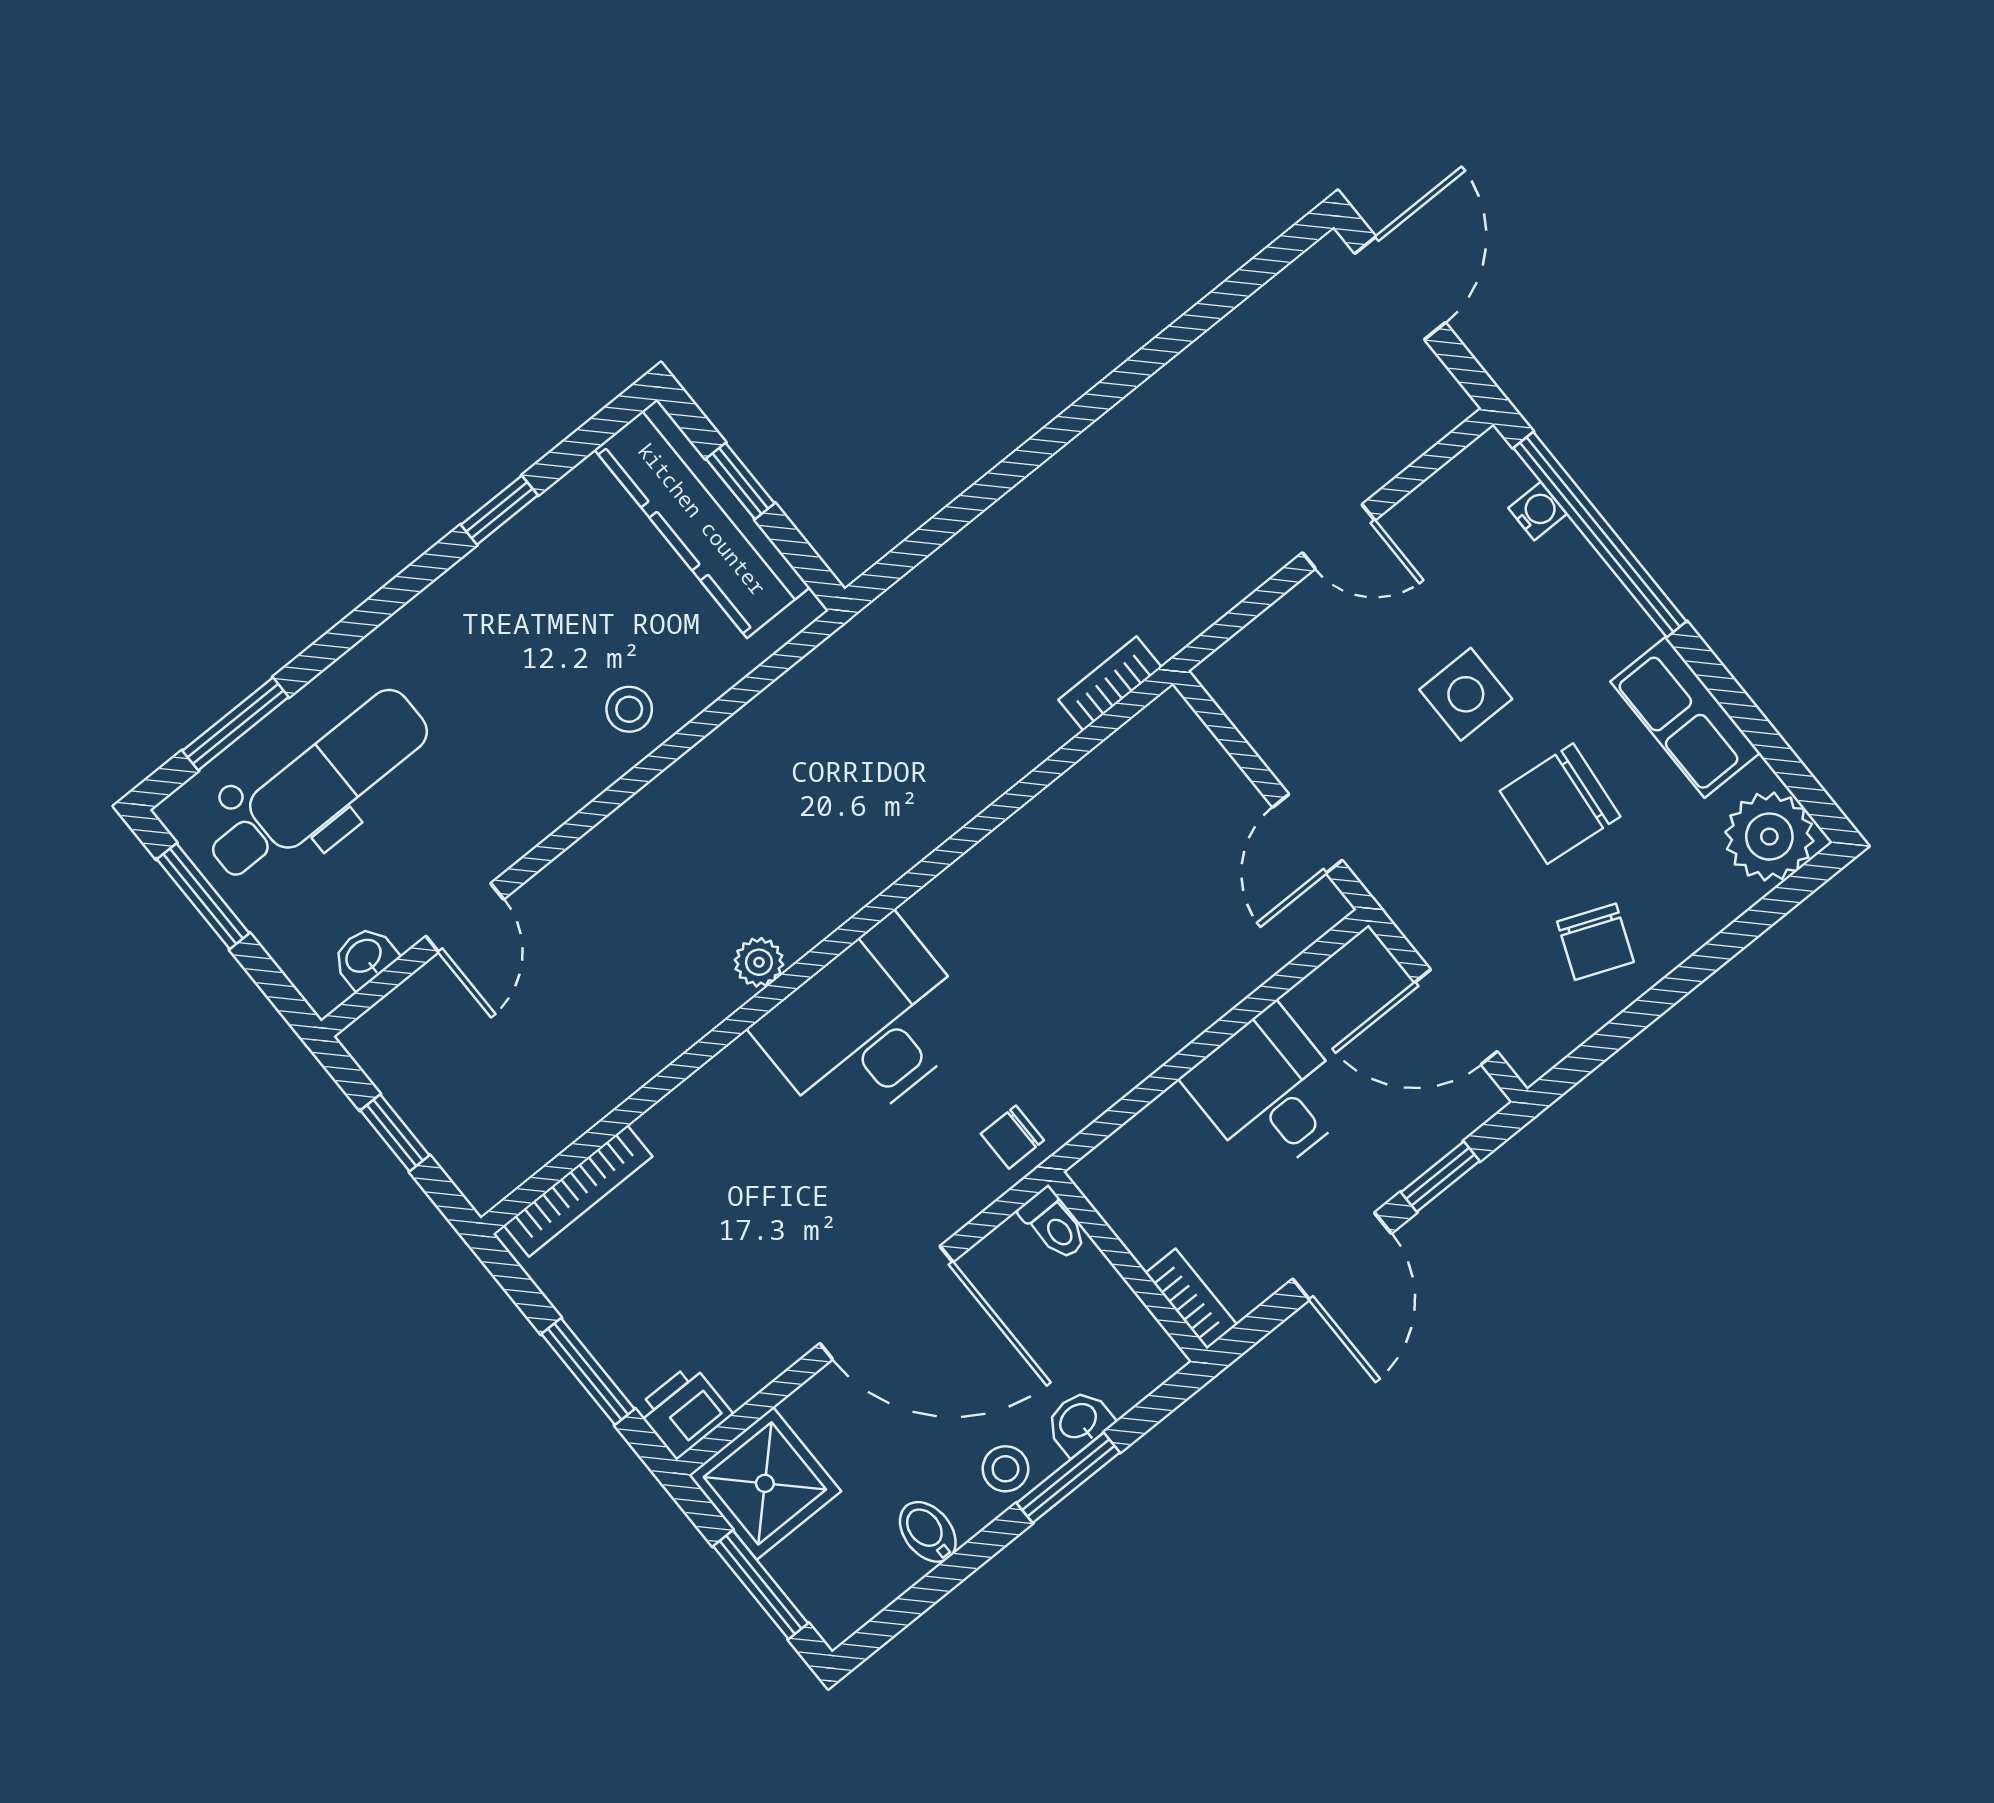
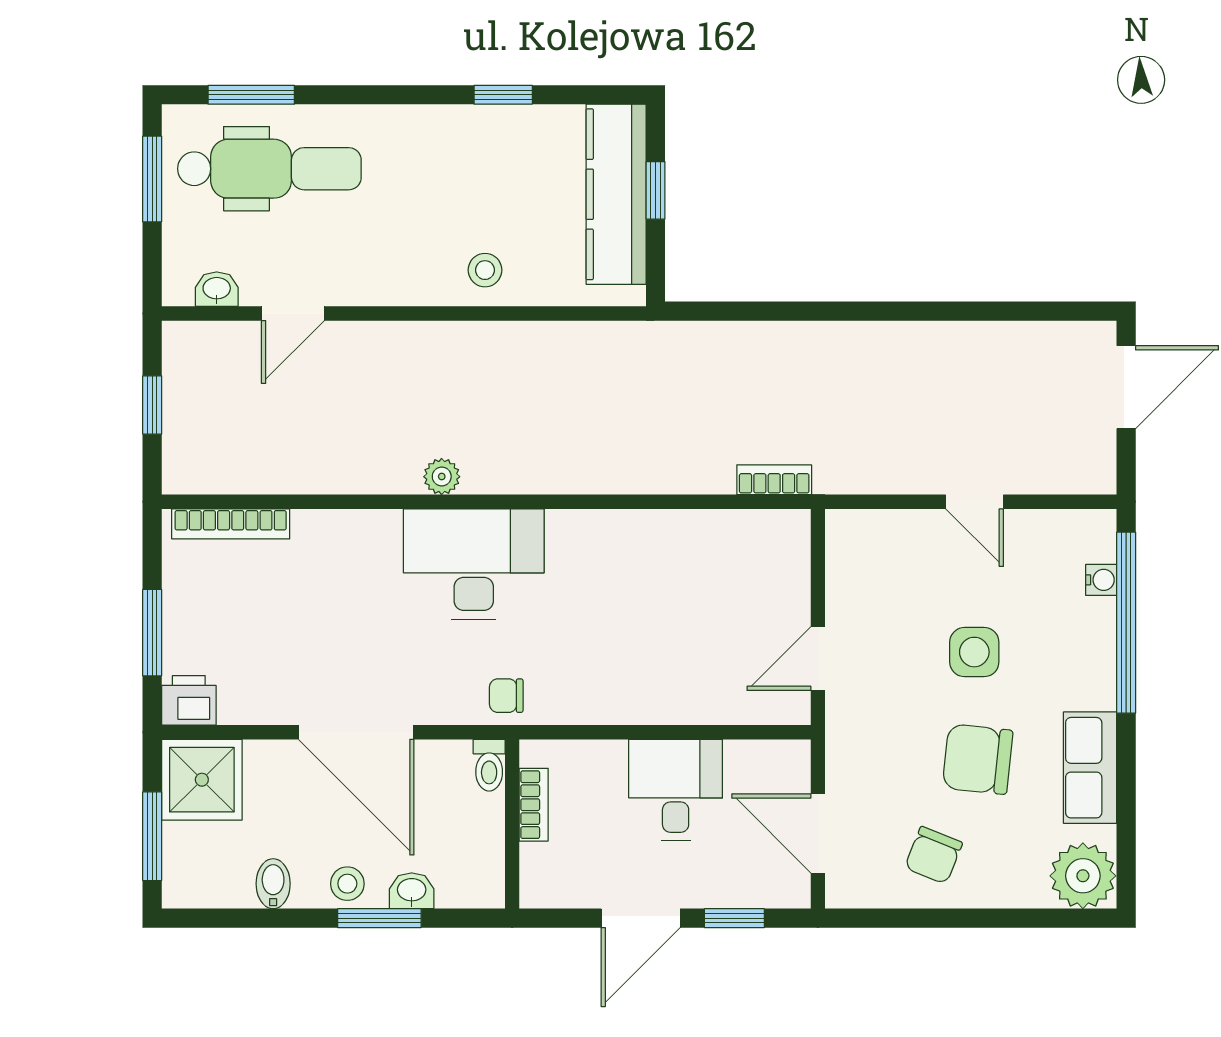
bookcase: (1191, 1299) -> (534, 805), moved

